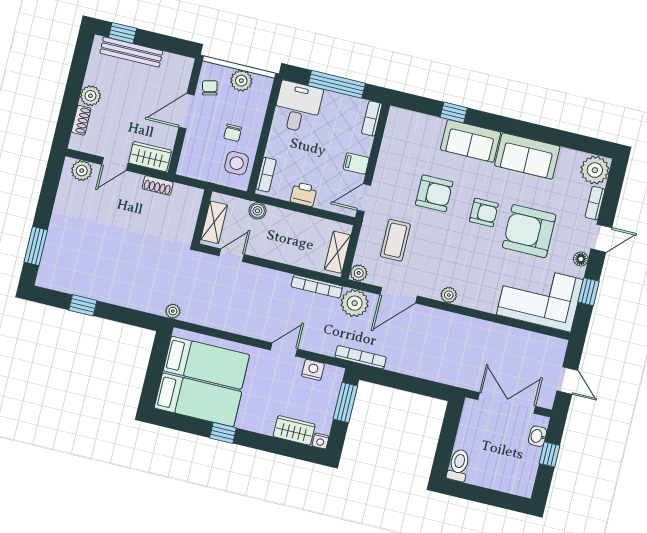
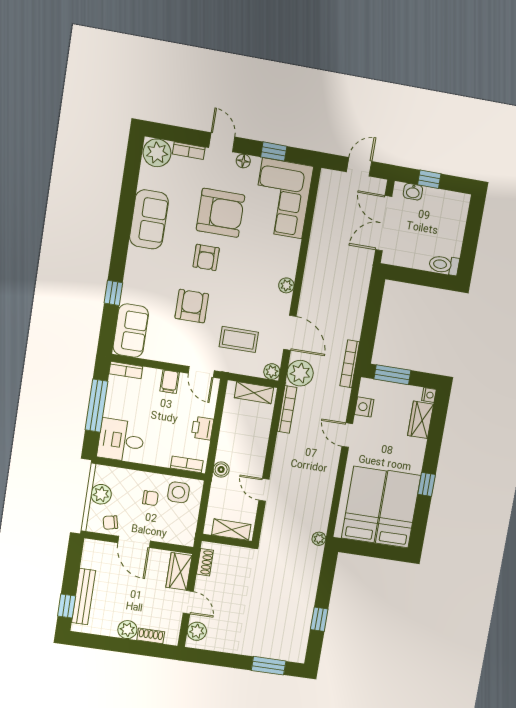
sofa: (470, 141) -> (131, 331), moved
armchair: (484, 212) -> (206, 257), turned 180
wall: (202, 216) -> (227, 541), moved
shelving: (214, 222) -> (231, 530), moved
armchair: (529, 231) -> (220, 213), turned -90

